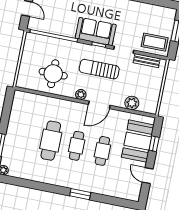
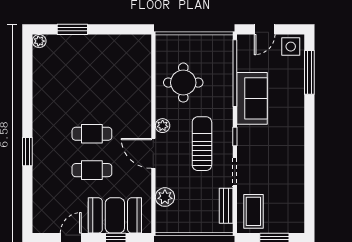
sofa: (96, 31) -> (252, 98), moved
cafe table: (51, 141) -> (92, 97), removed

